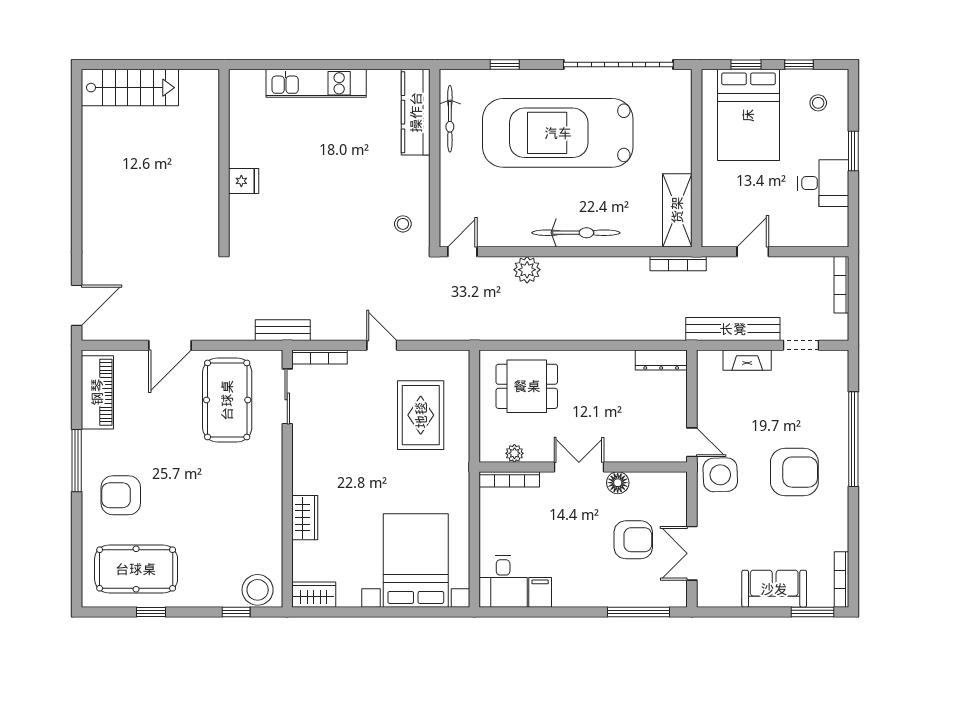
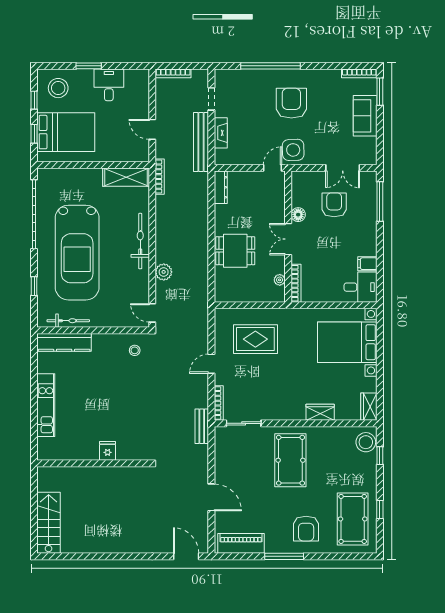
stool: (818, 103) -> (58, 88), width x1.89, depth x1.89
dining table: (527, 386) -> (235, 251), moved, turned 90
pool table: (227, 400) -> (290, 460), moved, turned 90

